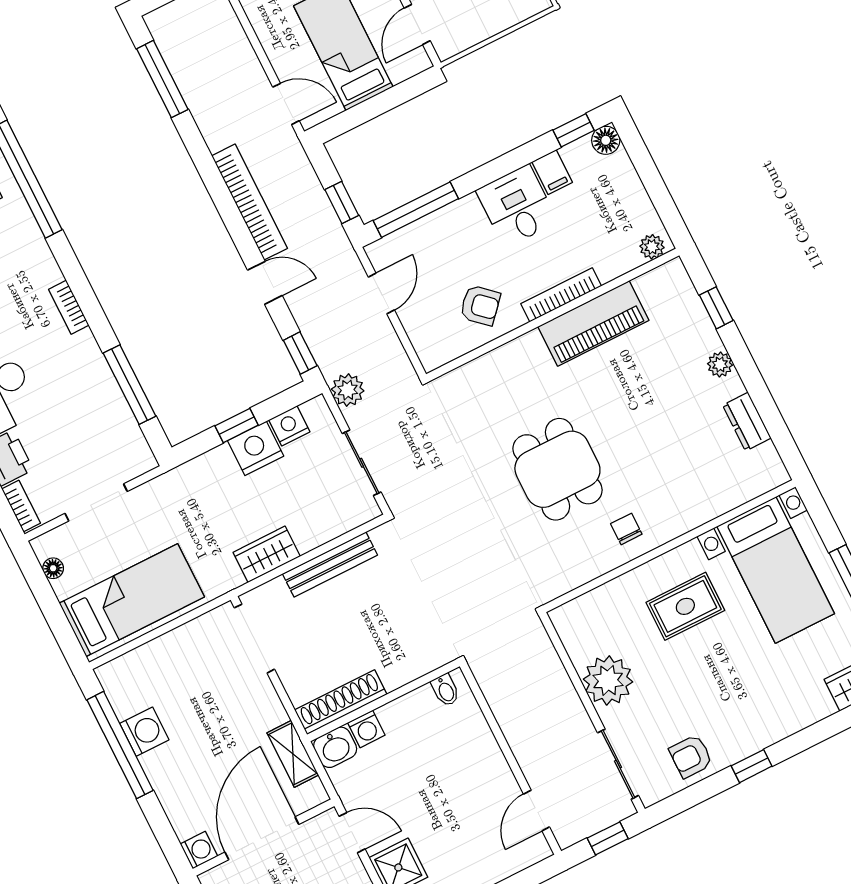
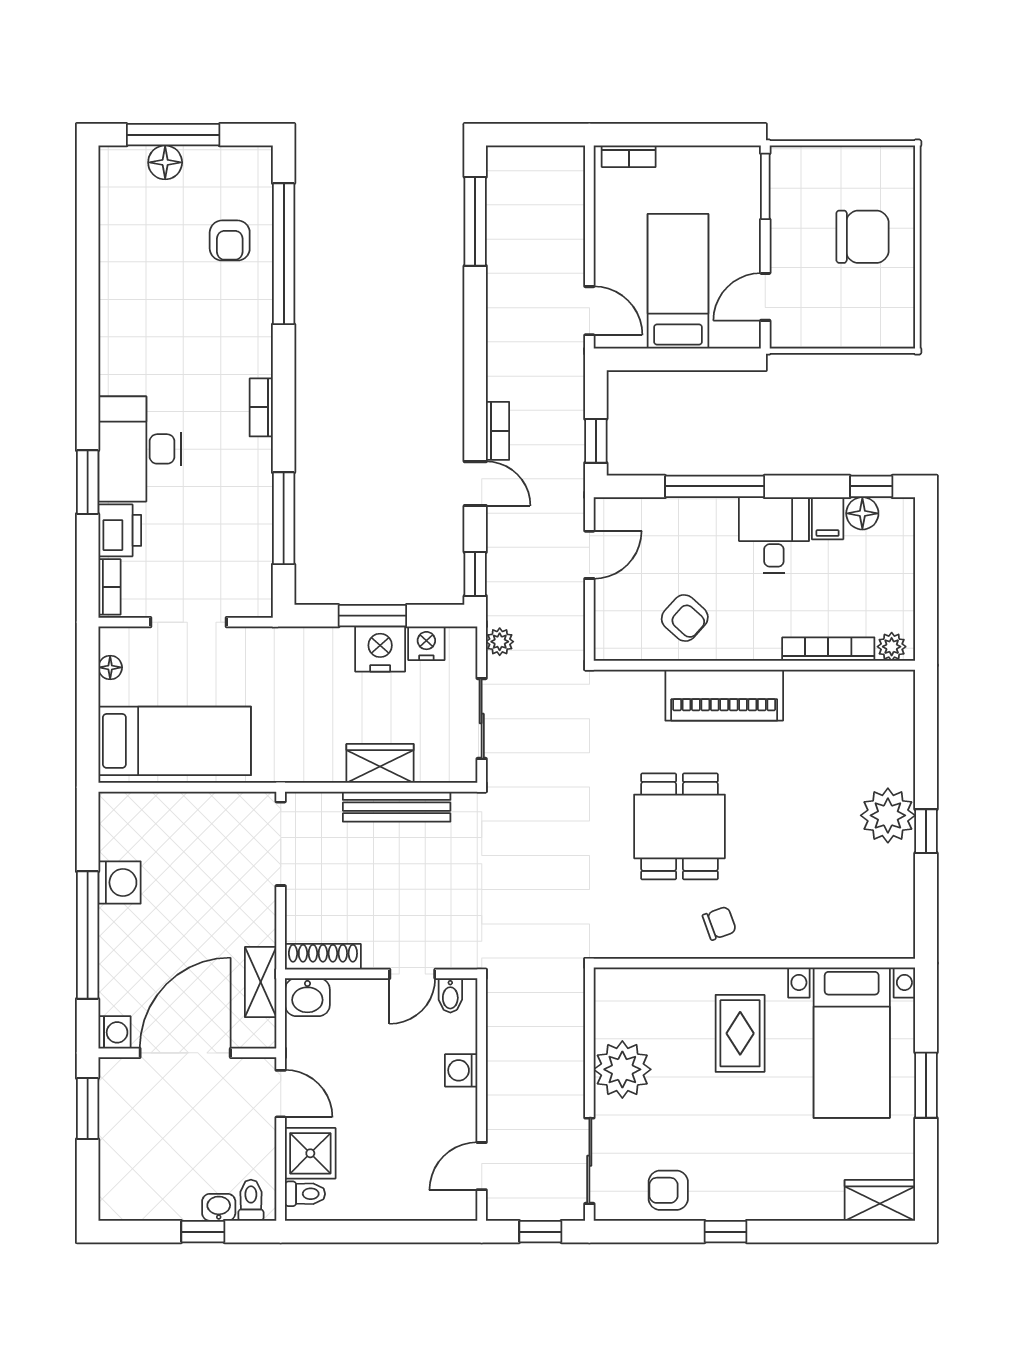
floor lamp: (606, 140) -> (862, 513), moved
bookcase: (250, 202) -> (498, 431), width x0.43, depth x0.76
window: (416, 210) -> (715, 486), moved
bookcase: (561, 295) -> (828, 649), moved
window: (716, 308) -> (926, 831), moved
piano: (593, 323) -> (724, 695), moved
plant: (720, 364) -> (888, 815), width x1.88, depth x1.88
plant: (348, 390) -> (500, 642), width x0.73, depth x0.73
dresser: (747, 422) -> (899, 875), removed
window: (237, 426) -> (372, 616), width x1.50
chair: (626, 529) -> (719, 923), turned 70
wardrobe: (267, 554) -> (380, 763), moved
rug: (685, 606) -> (740, 1033), turned 90
door: (408, 688) -> (412, 974), added
shoe rack: (341, 702) -> (323, 957), width x0.74, depth x0.81
washing machine: (366, 729) -> (461, 1070), moved, turned 90
window: (120, 745) -> (88, 935), moved

